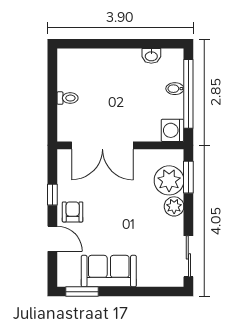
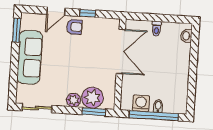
washbasin: (151, 56) -> (186, 36), moved
washing machine: (173, 130) -> (141, 103), moved
double door: (102, 145) -> (121, 51), swing flipped
sofa: (109, 271) -> (30, 57), width x1.36

